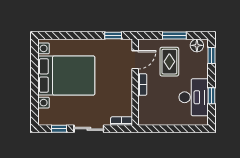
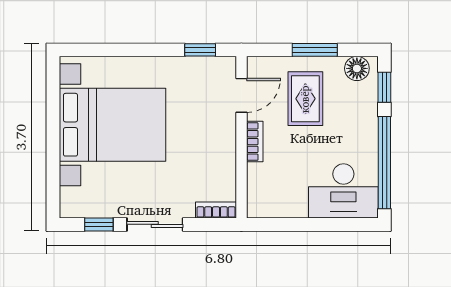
window: (212, 96) -> (384, 163), width x3.17
desk: (194, 97) -> (343, 191), moved, turned 90

